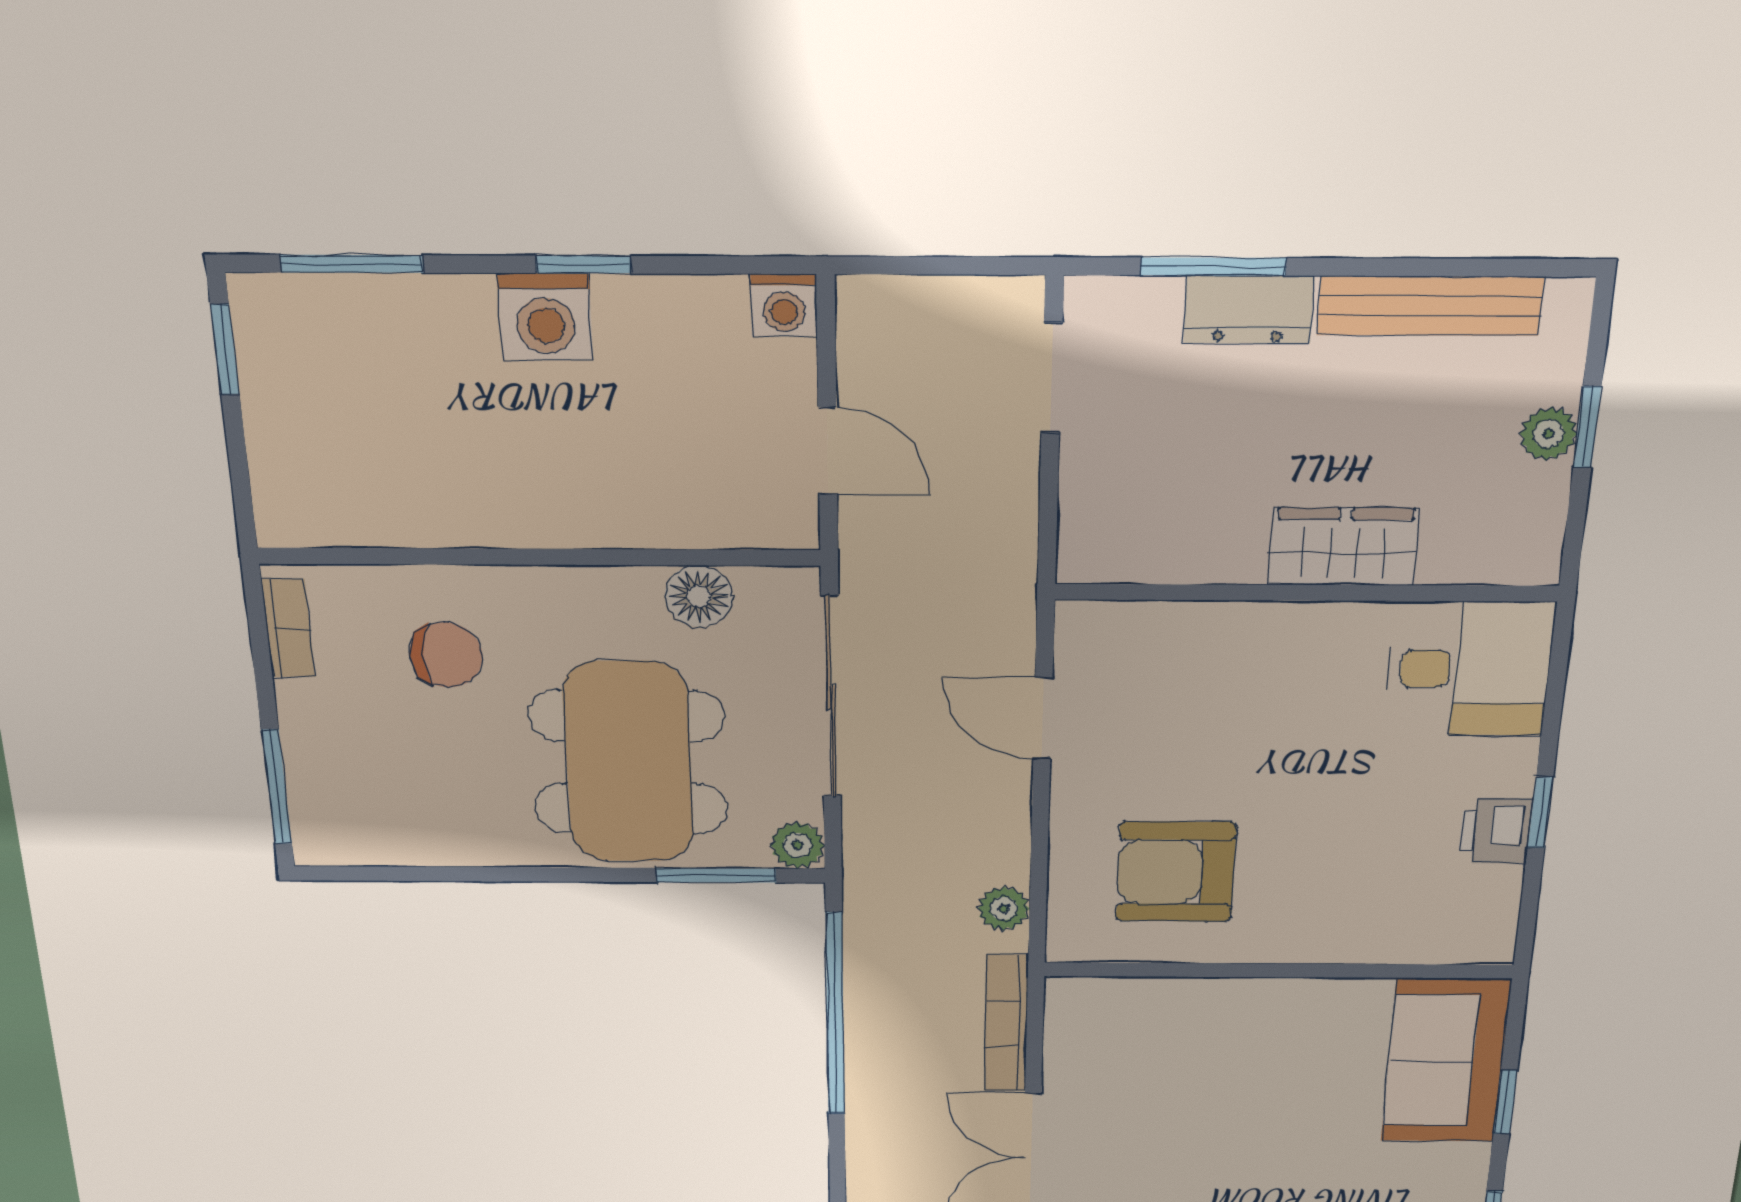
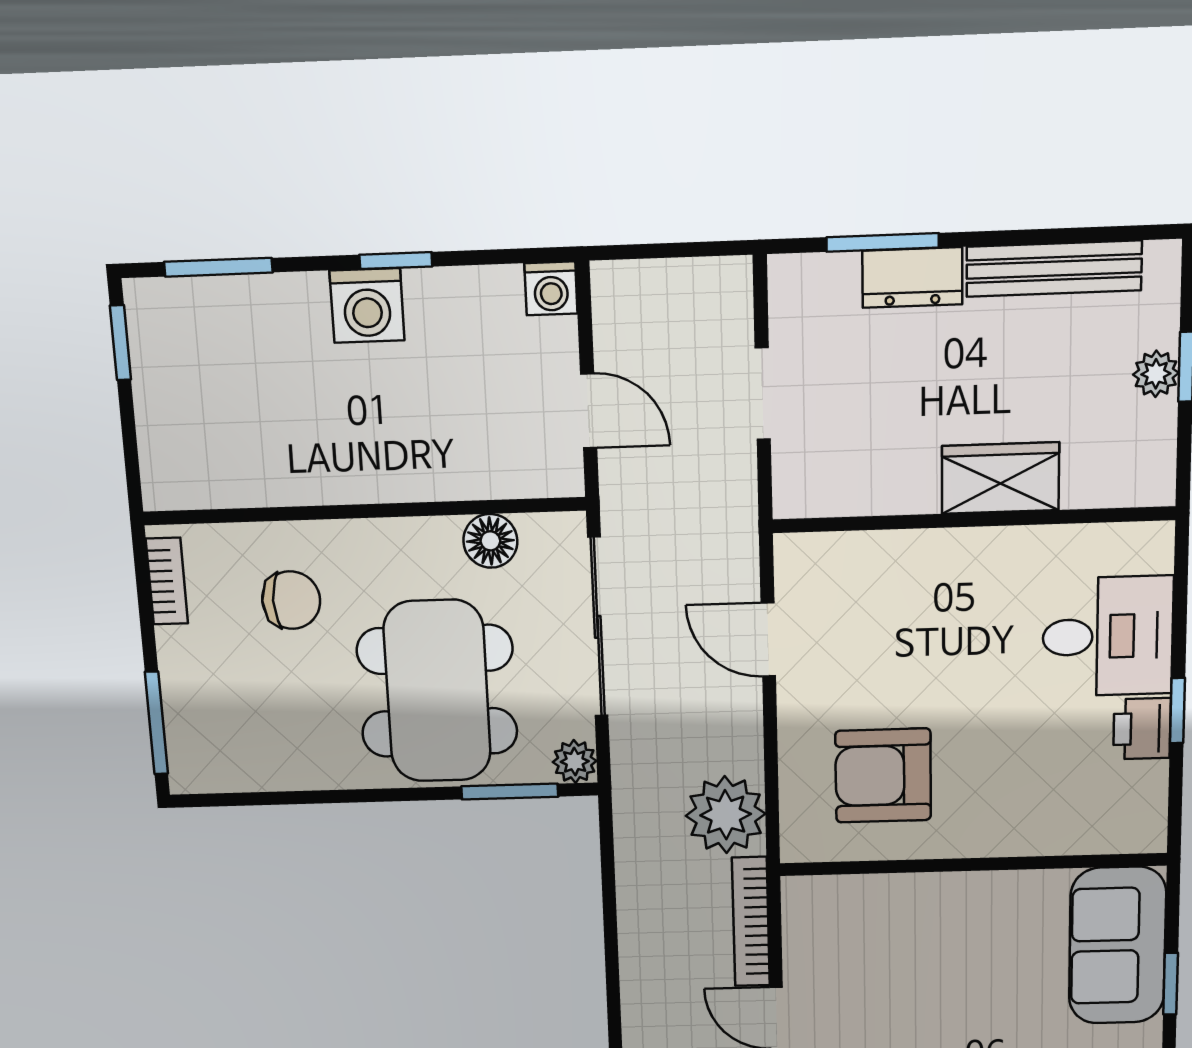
doorway: (1052, 378) -> (763, 394), moved
desk: (1469, 669) -> (1108, 636), moved
plant: (1004, 909) -> (726, 815), width x1.88, depth x1.88
window: (835, 1015) -> (610, 918), removed

